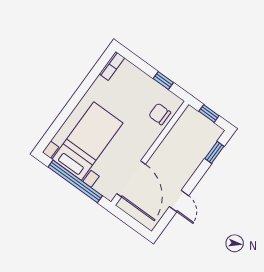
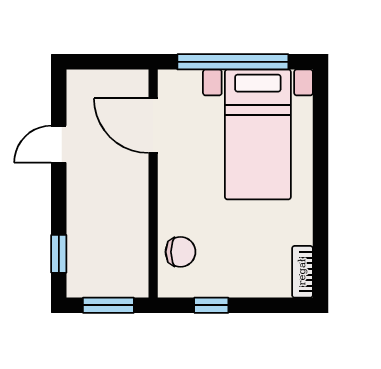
window: (209, 114) -> (108, 305), width x1.50
door: (131, 179) -> (153, 126), width x0.73
door: (179, 201) -> (59, 144), hinge flipped

